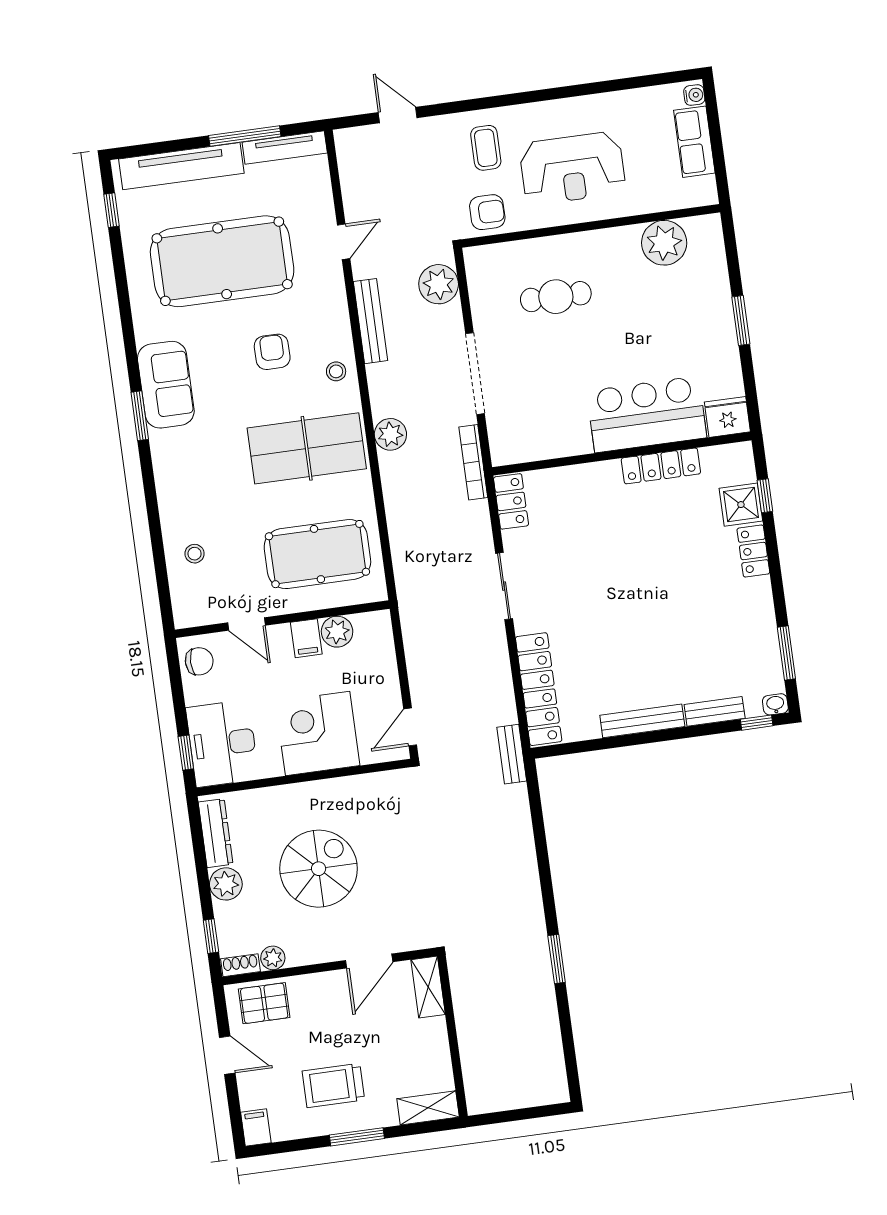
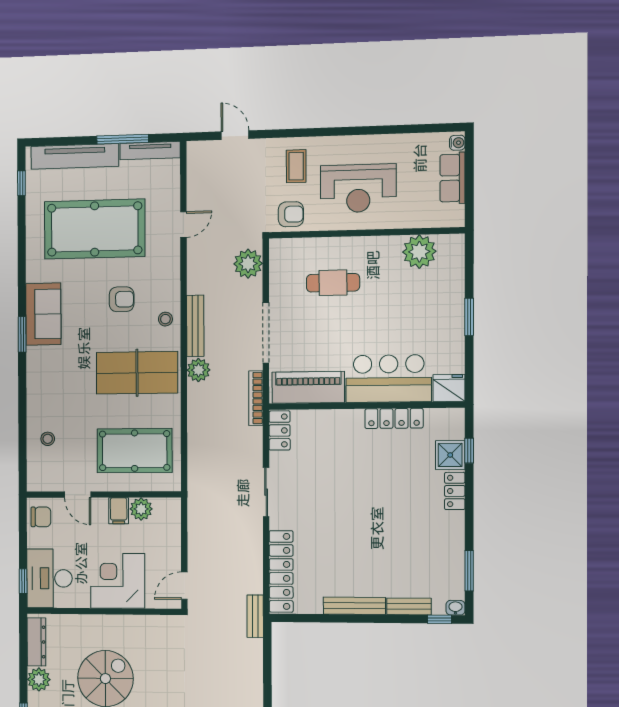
bench: (371, 321) -> (195, 326), moved
armchair: (272, 352) -> (122, 299), turned 90
piano: (542, 439) -> (308, 387), added

